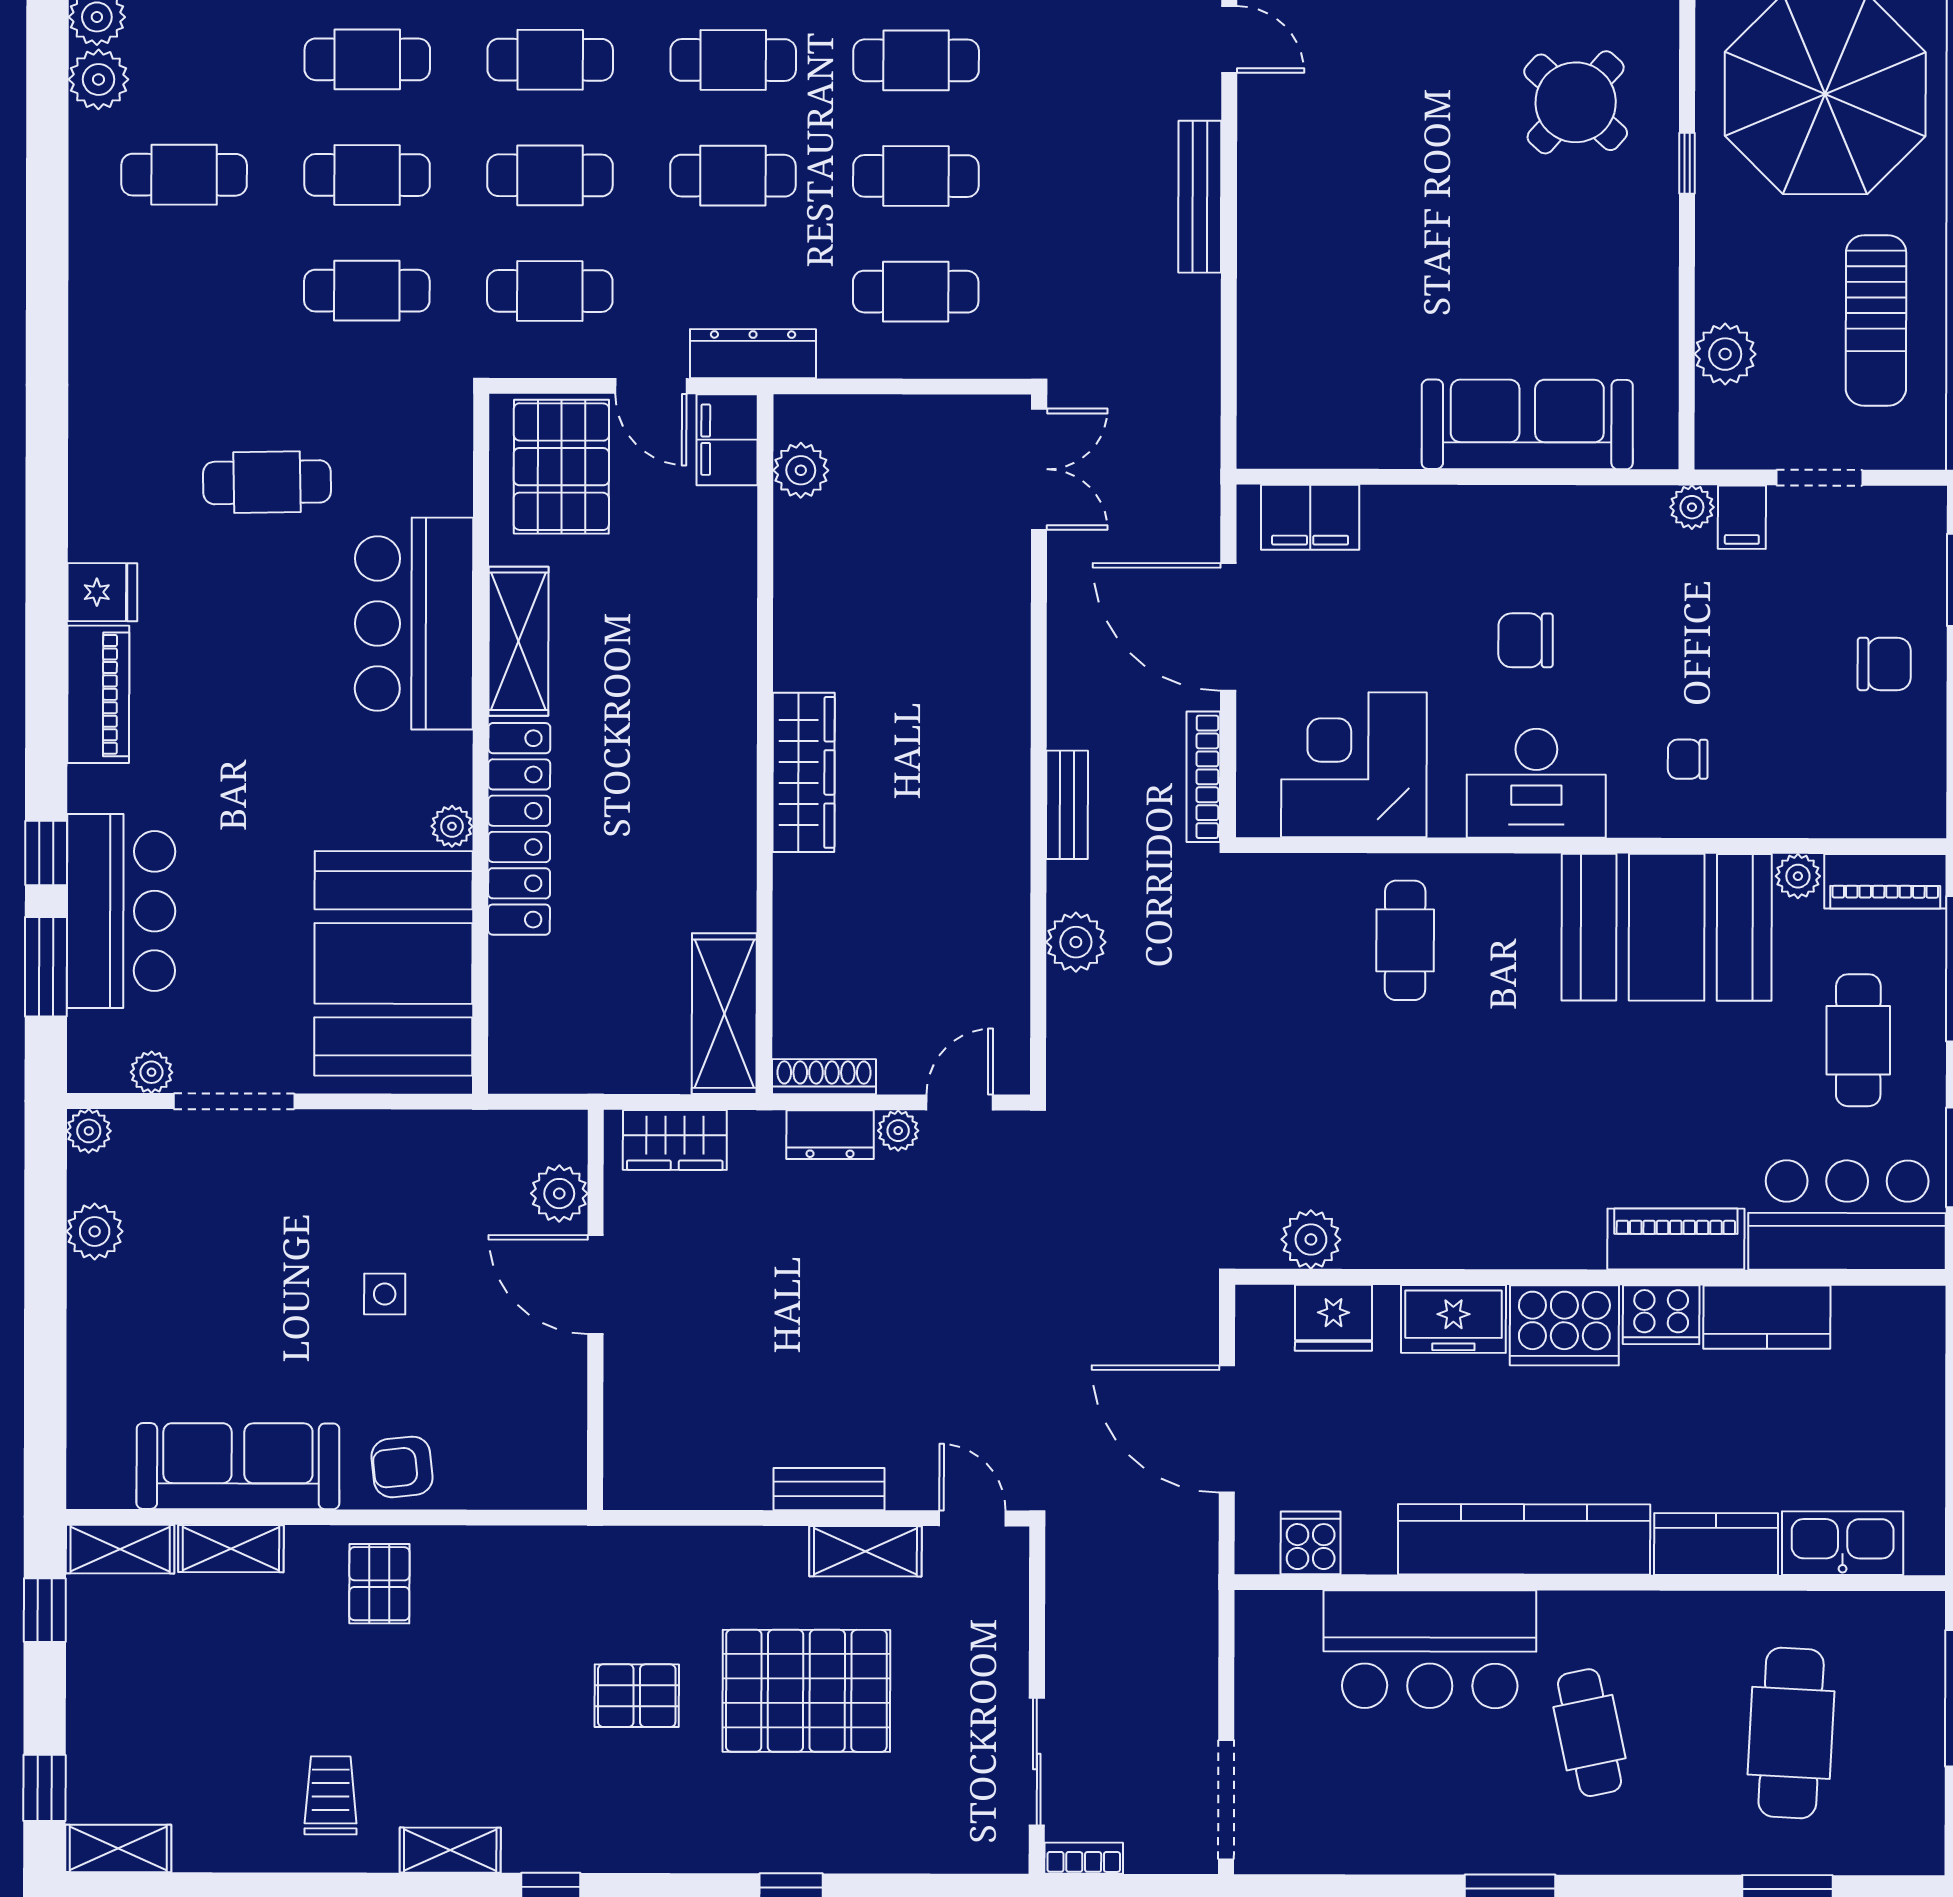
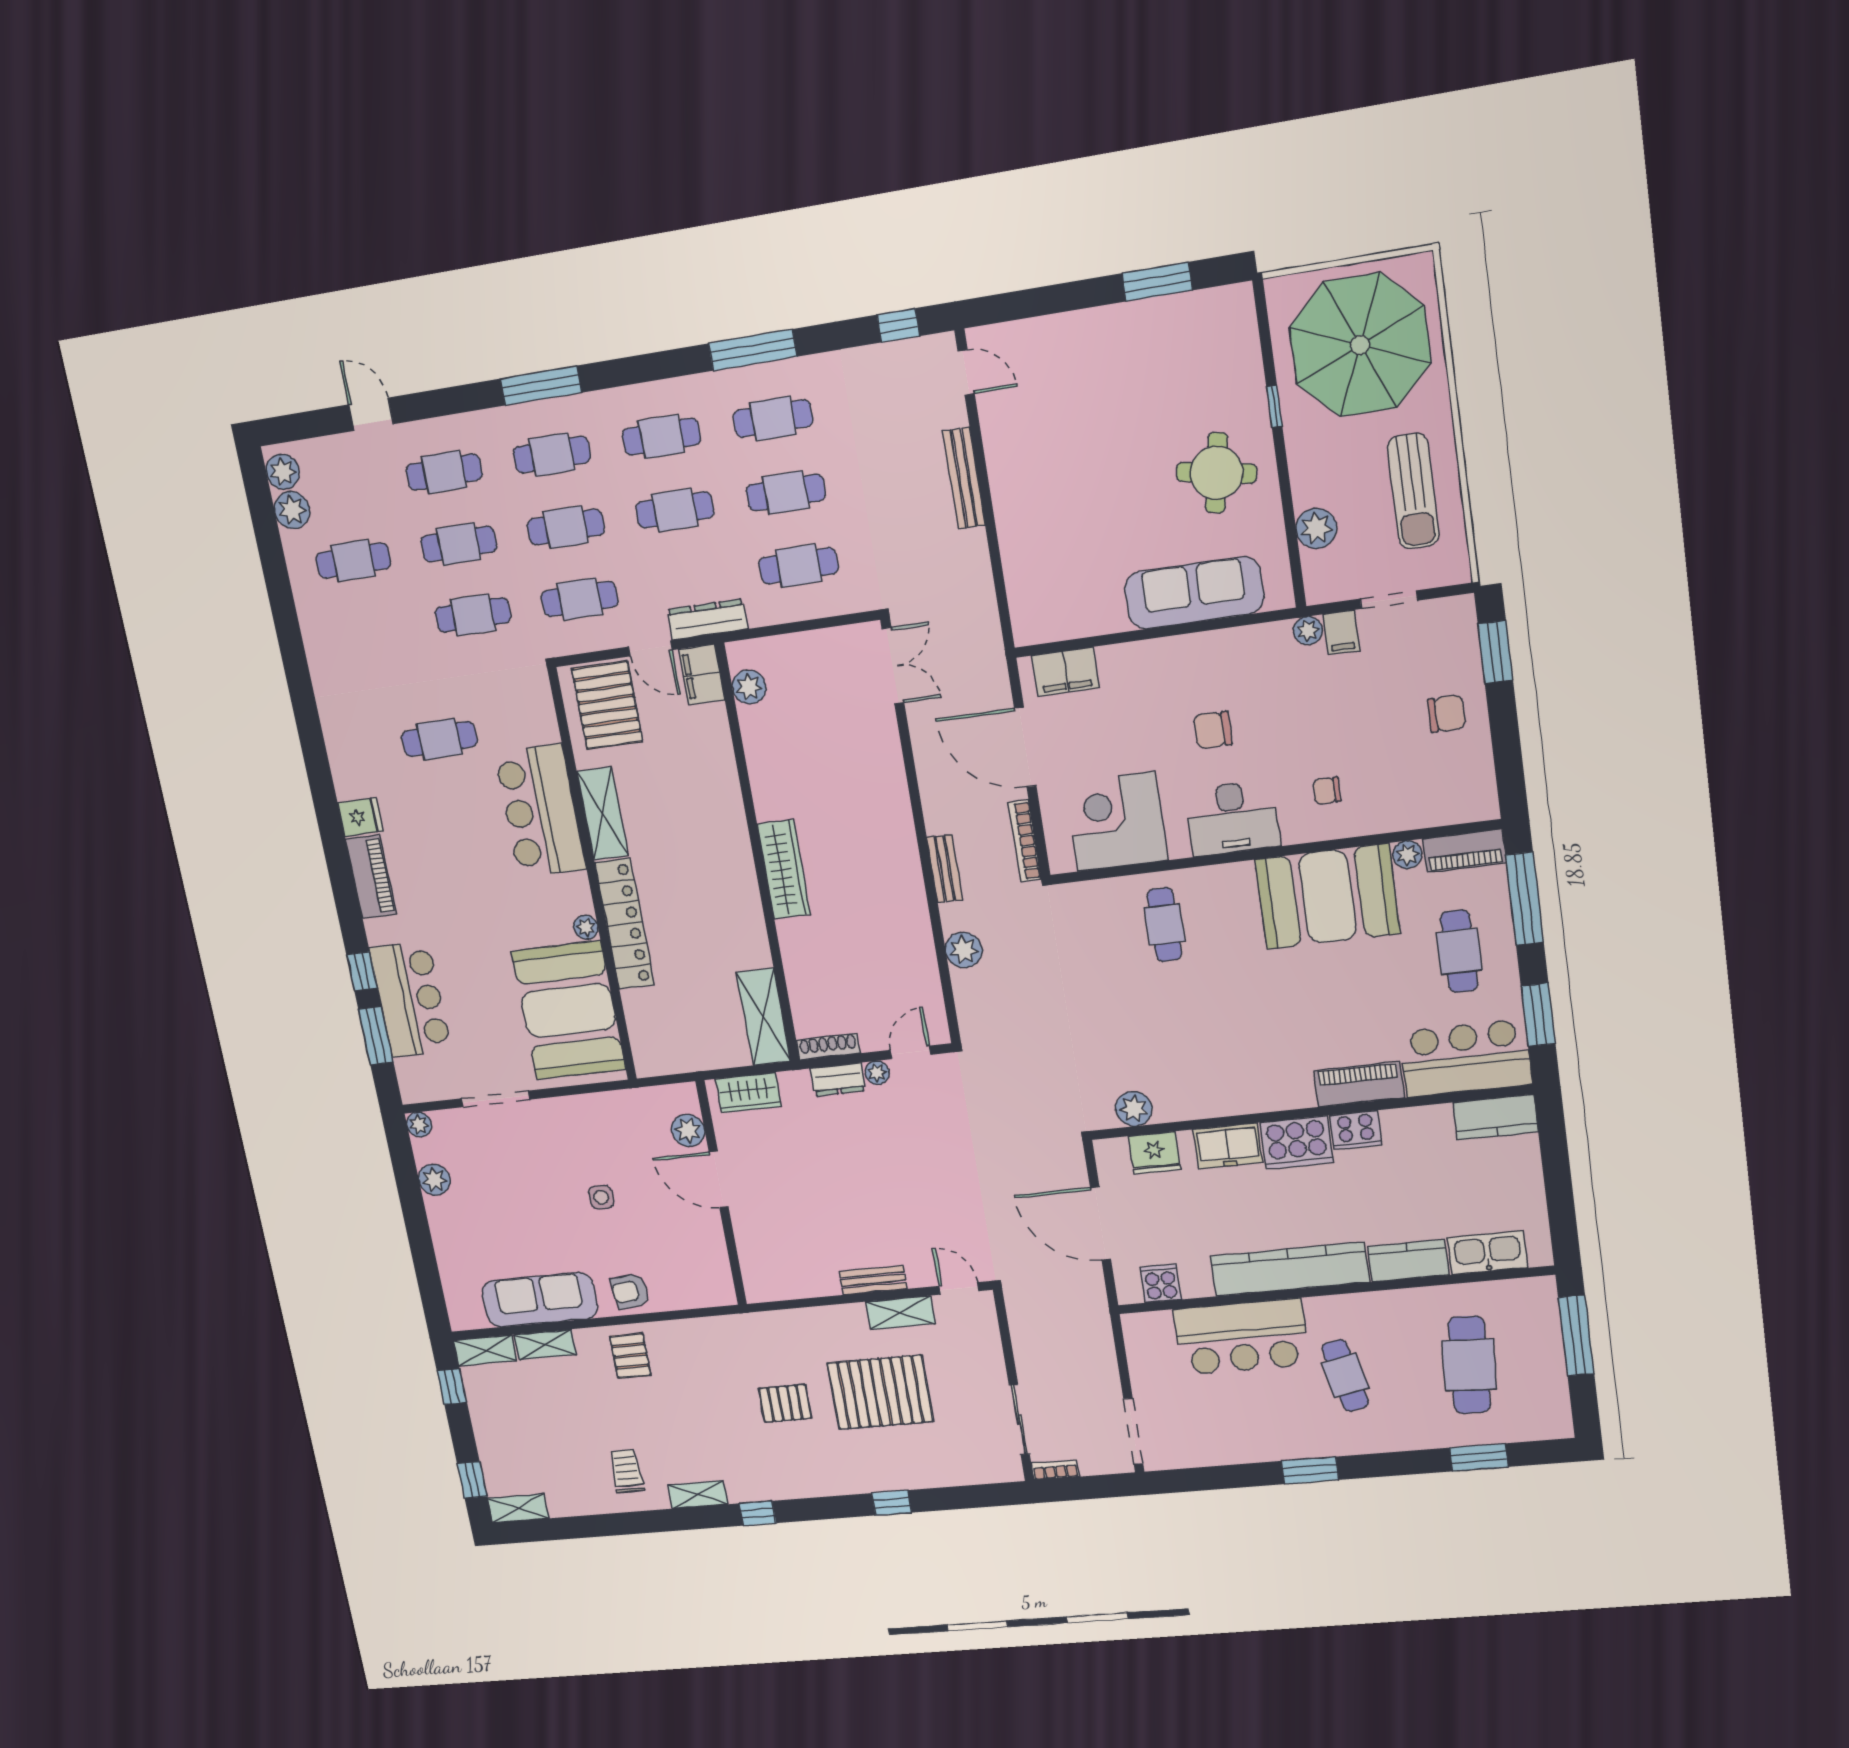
round table: (1576, 102) -> (1217, 473), moved, turned -32
plant: (151, 1072) -> (447, 1088), removed
kitchen counter: (1767, 1317) -> (1496, 1117), moved

